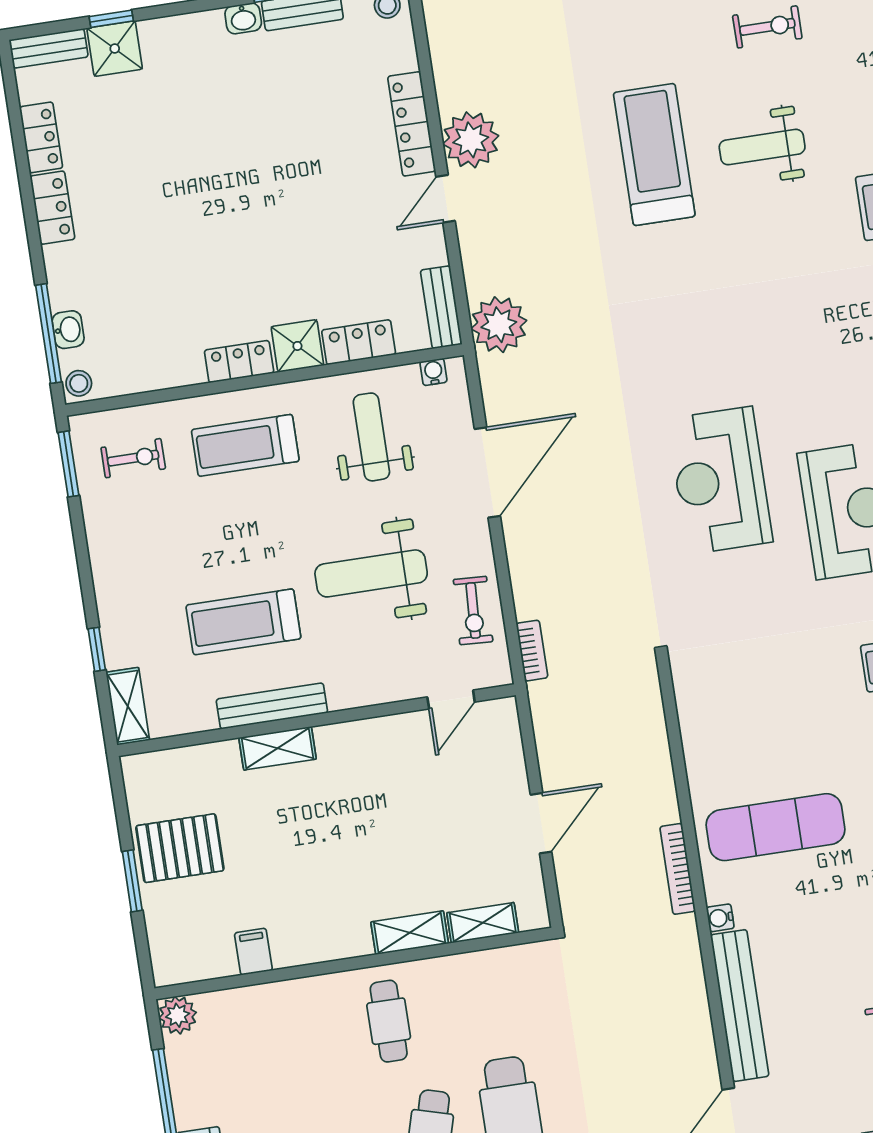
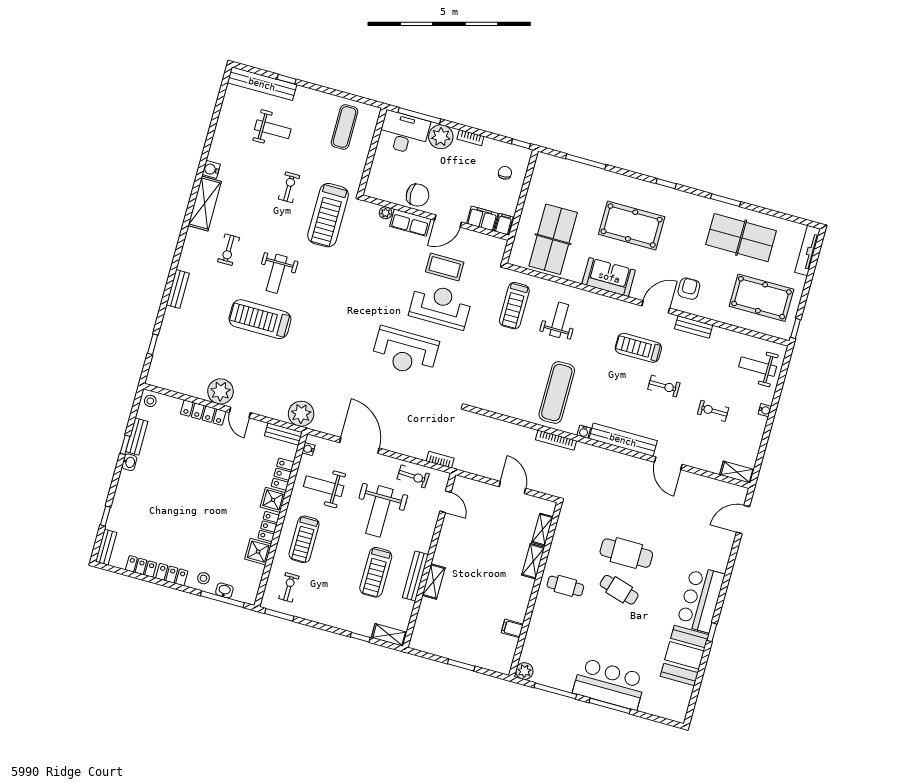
exercise bike: (767, 27) -> (229, 250), turned 180
shower: (115, 49) -> (258, 552), moved
stool: (79, 383) -> (203, 578), moved
pallet: (180, 848) -> (457, 640), removed

